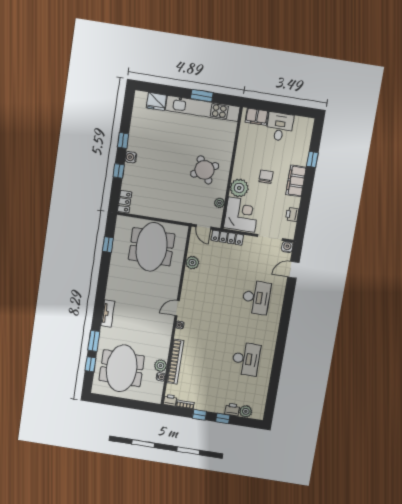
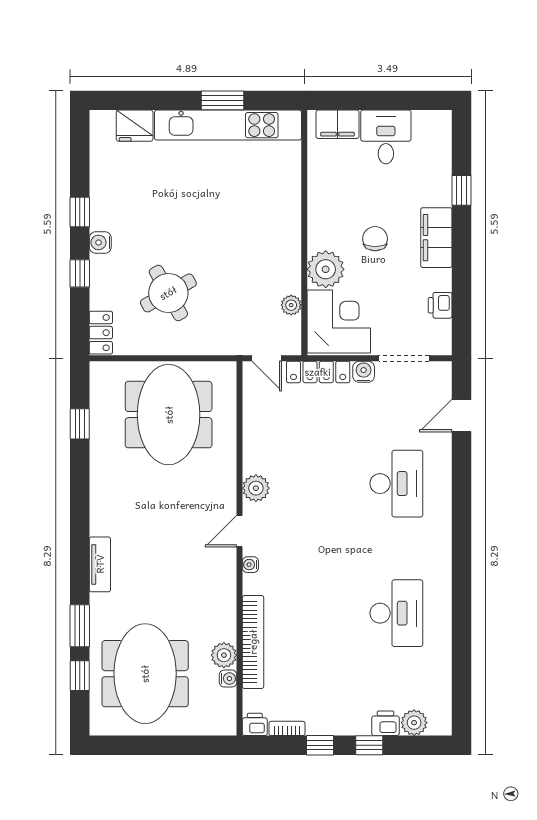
round table: (205, 170) -> (168, 293), moved
water cooler: (287, 247) -> (364, 372), moved
plant: (192, 263) -> (256, 488), moved

